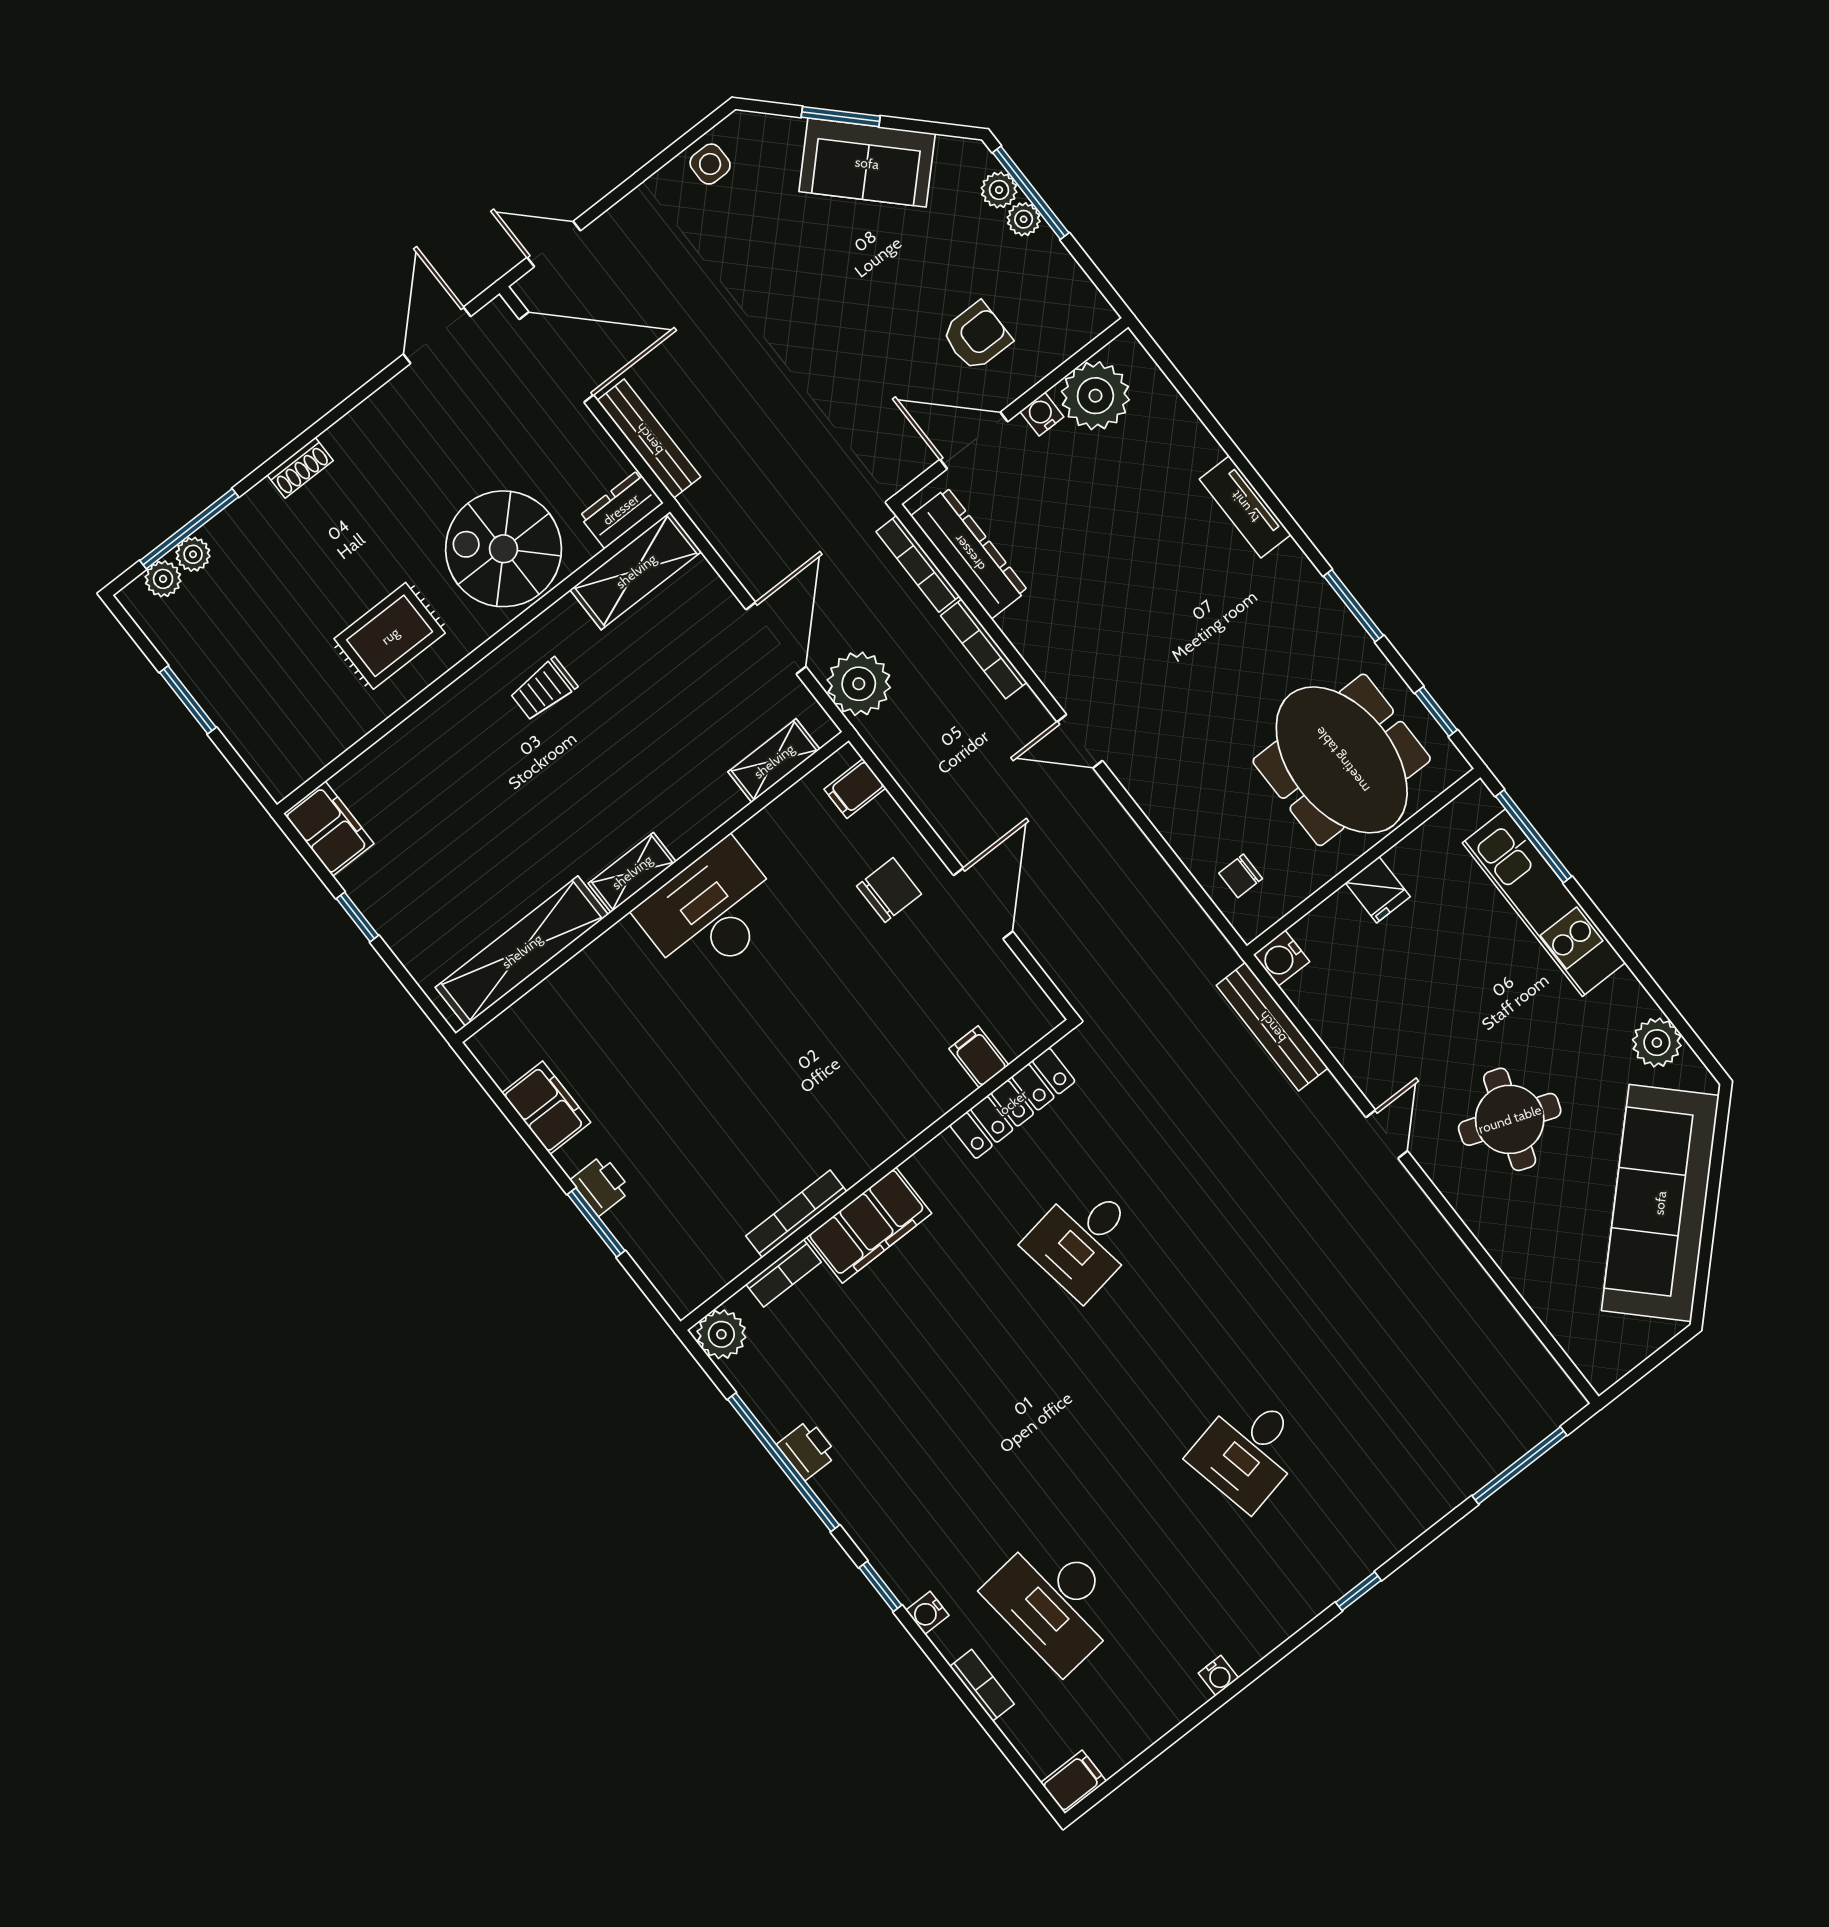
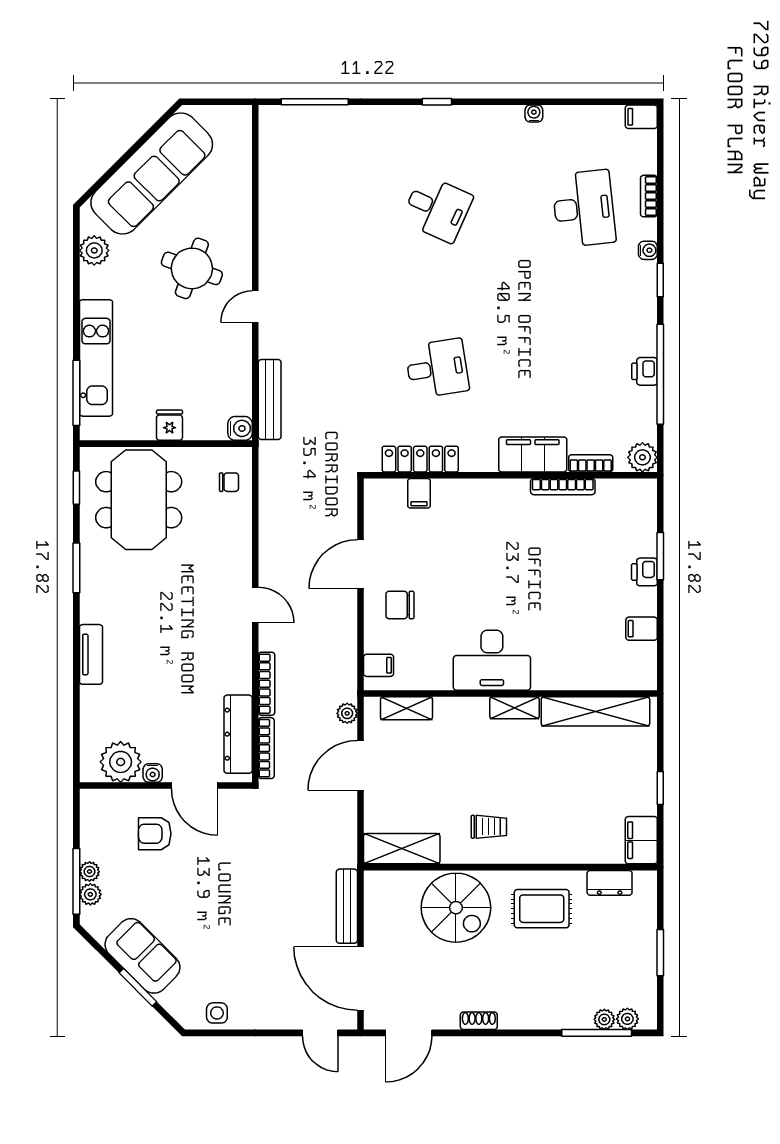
shoe rack: (300, 468) -> (479, 1021), moved
dresser: (621, 509) -> (610, 883), moved
plant: (859, 684) -> (347, 713), width x0.53, depth x0.53
filing cabinet: (546, 1108) -> (642, 629), width x0.50
desk: (1248, 1451) -> (437, 209), turned 36

